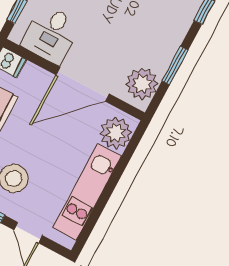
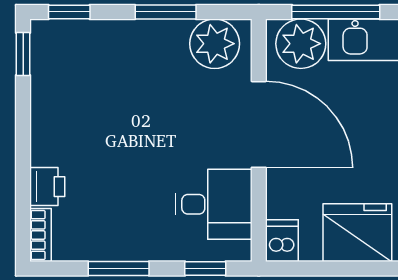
window: (123, 162) -> (336, 12), added

